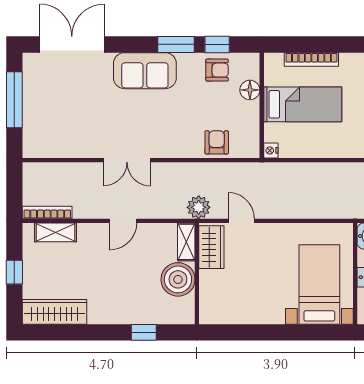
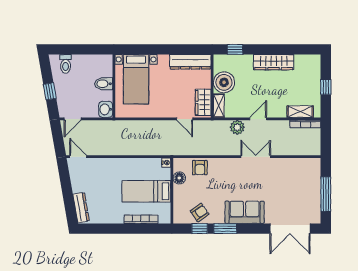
armchair: (217, 70) -> (200, 213), turned 145
floor lamp: (250, 90) -> (179, 178), moved
plant: (199, 207) -> (237, 127), moved
wardrobe: (55, 312) -> (274, 62), moved
dresser: (232, 312) -> (190, 62), added
window: (144, 332) -> (235, 49), moved

